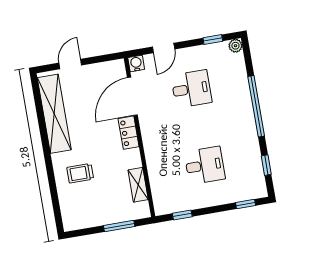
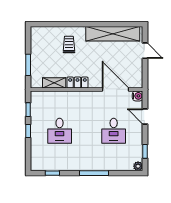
window: (256, 106) -> (94, 173), width x0.68
locker: (129, 133) -> (77, 83), moved
window: (246, 204) -> (28, 131), moved

